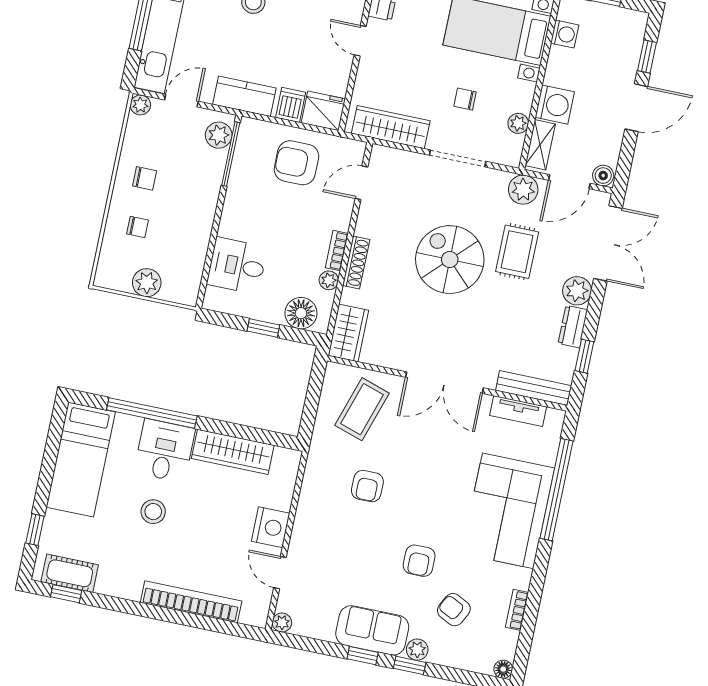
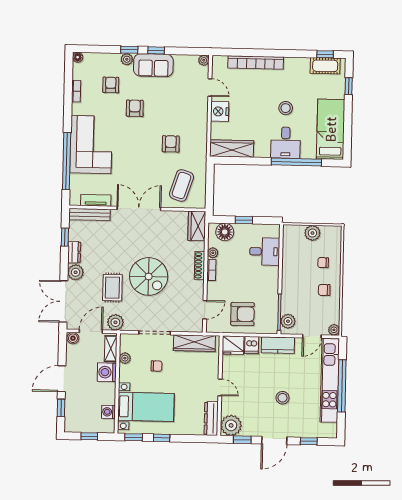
wardrobe: (233, 452) -> (232, 149), moved
armchair: (454, 610) -> (111, 85), turned -117

